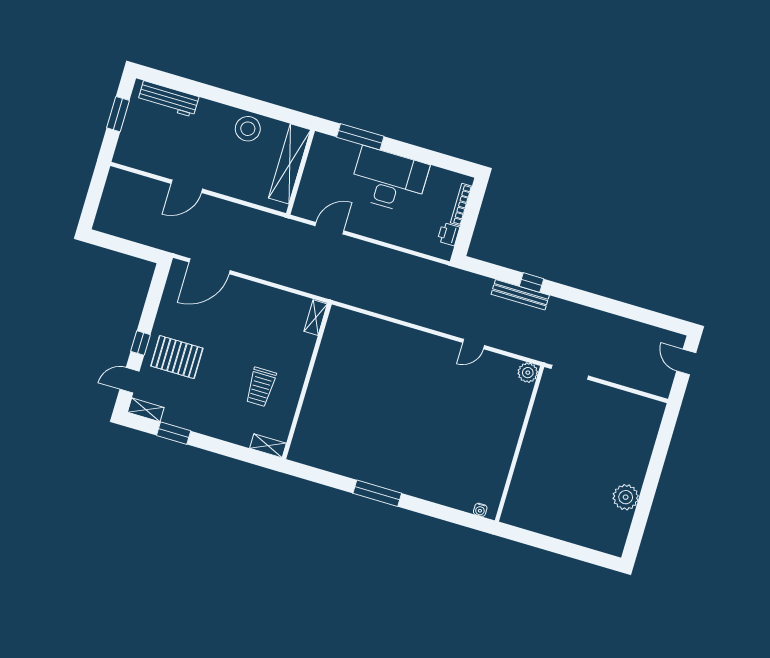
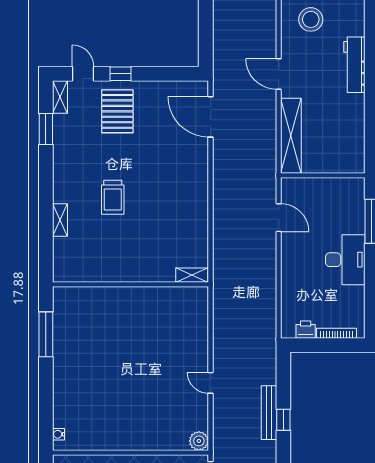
workbench: (168, 99) -> (354, 65), moved
stool: (248, 129) -> (311, 19), moved
shelving: (290, 164) -> (291, 136), moved, turned 90
desk: (389, 180) -> (345, 260), width x0.73, depth x0.77
shelving: (316, 318) -> (192, 275), moved
wall: (307, 381) -> (131, 284), moved
trolley: (261, 387) -> (113, 197), turned -90

